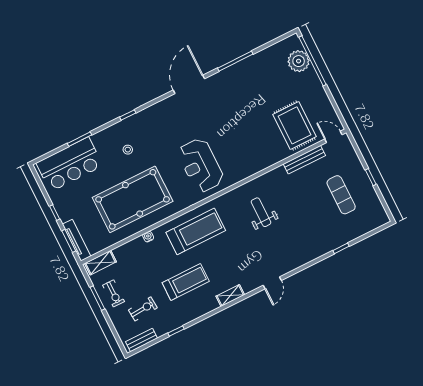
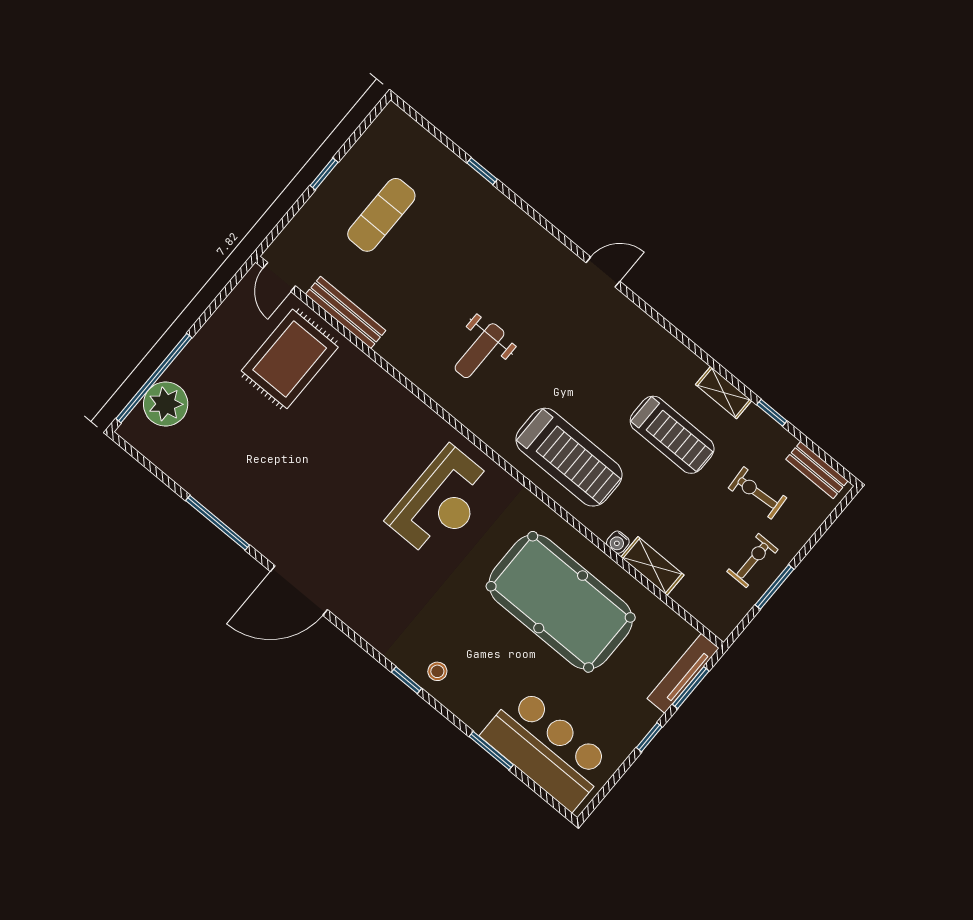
stool: (128, 150) -> (437, 671), moved
treadmill: (196, 231) -> (569, 457), turned 180
shelving: (100, 263) -> (652, 566), moved
treadmill: (186, 282) -> (672, 435), turned 180
shelving: (230, 295) -> (724, 393), moved

